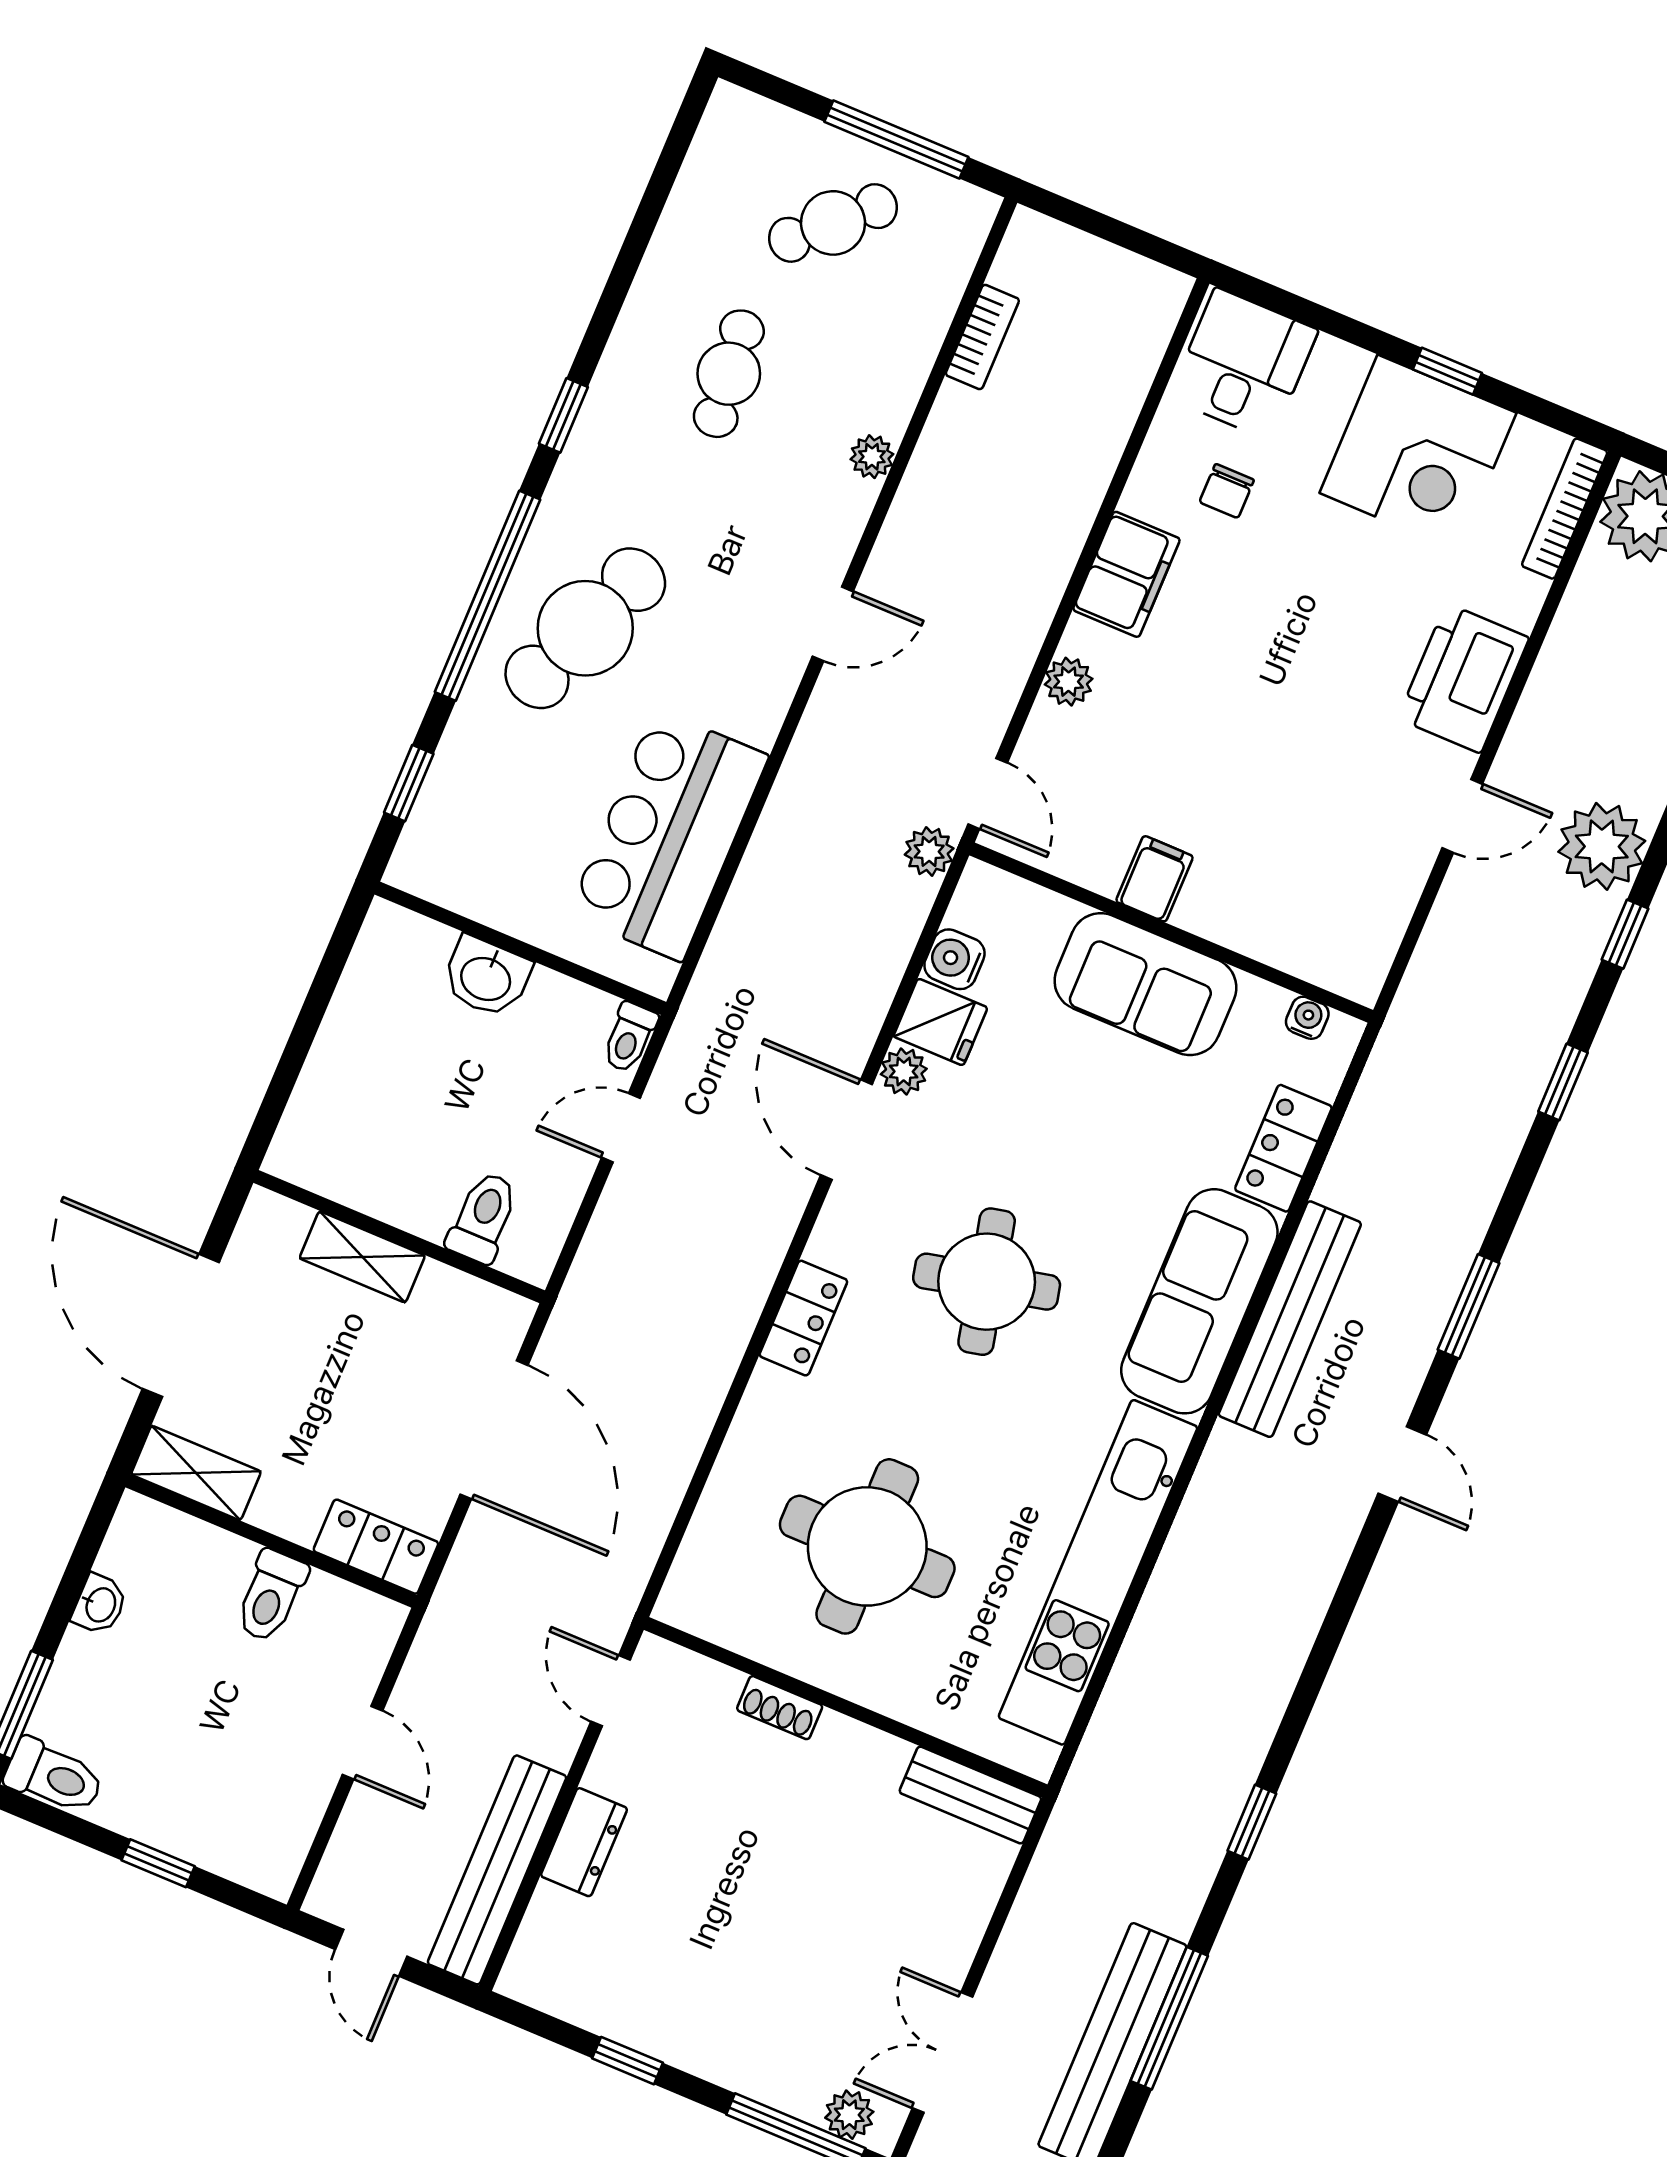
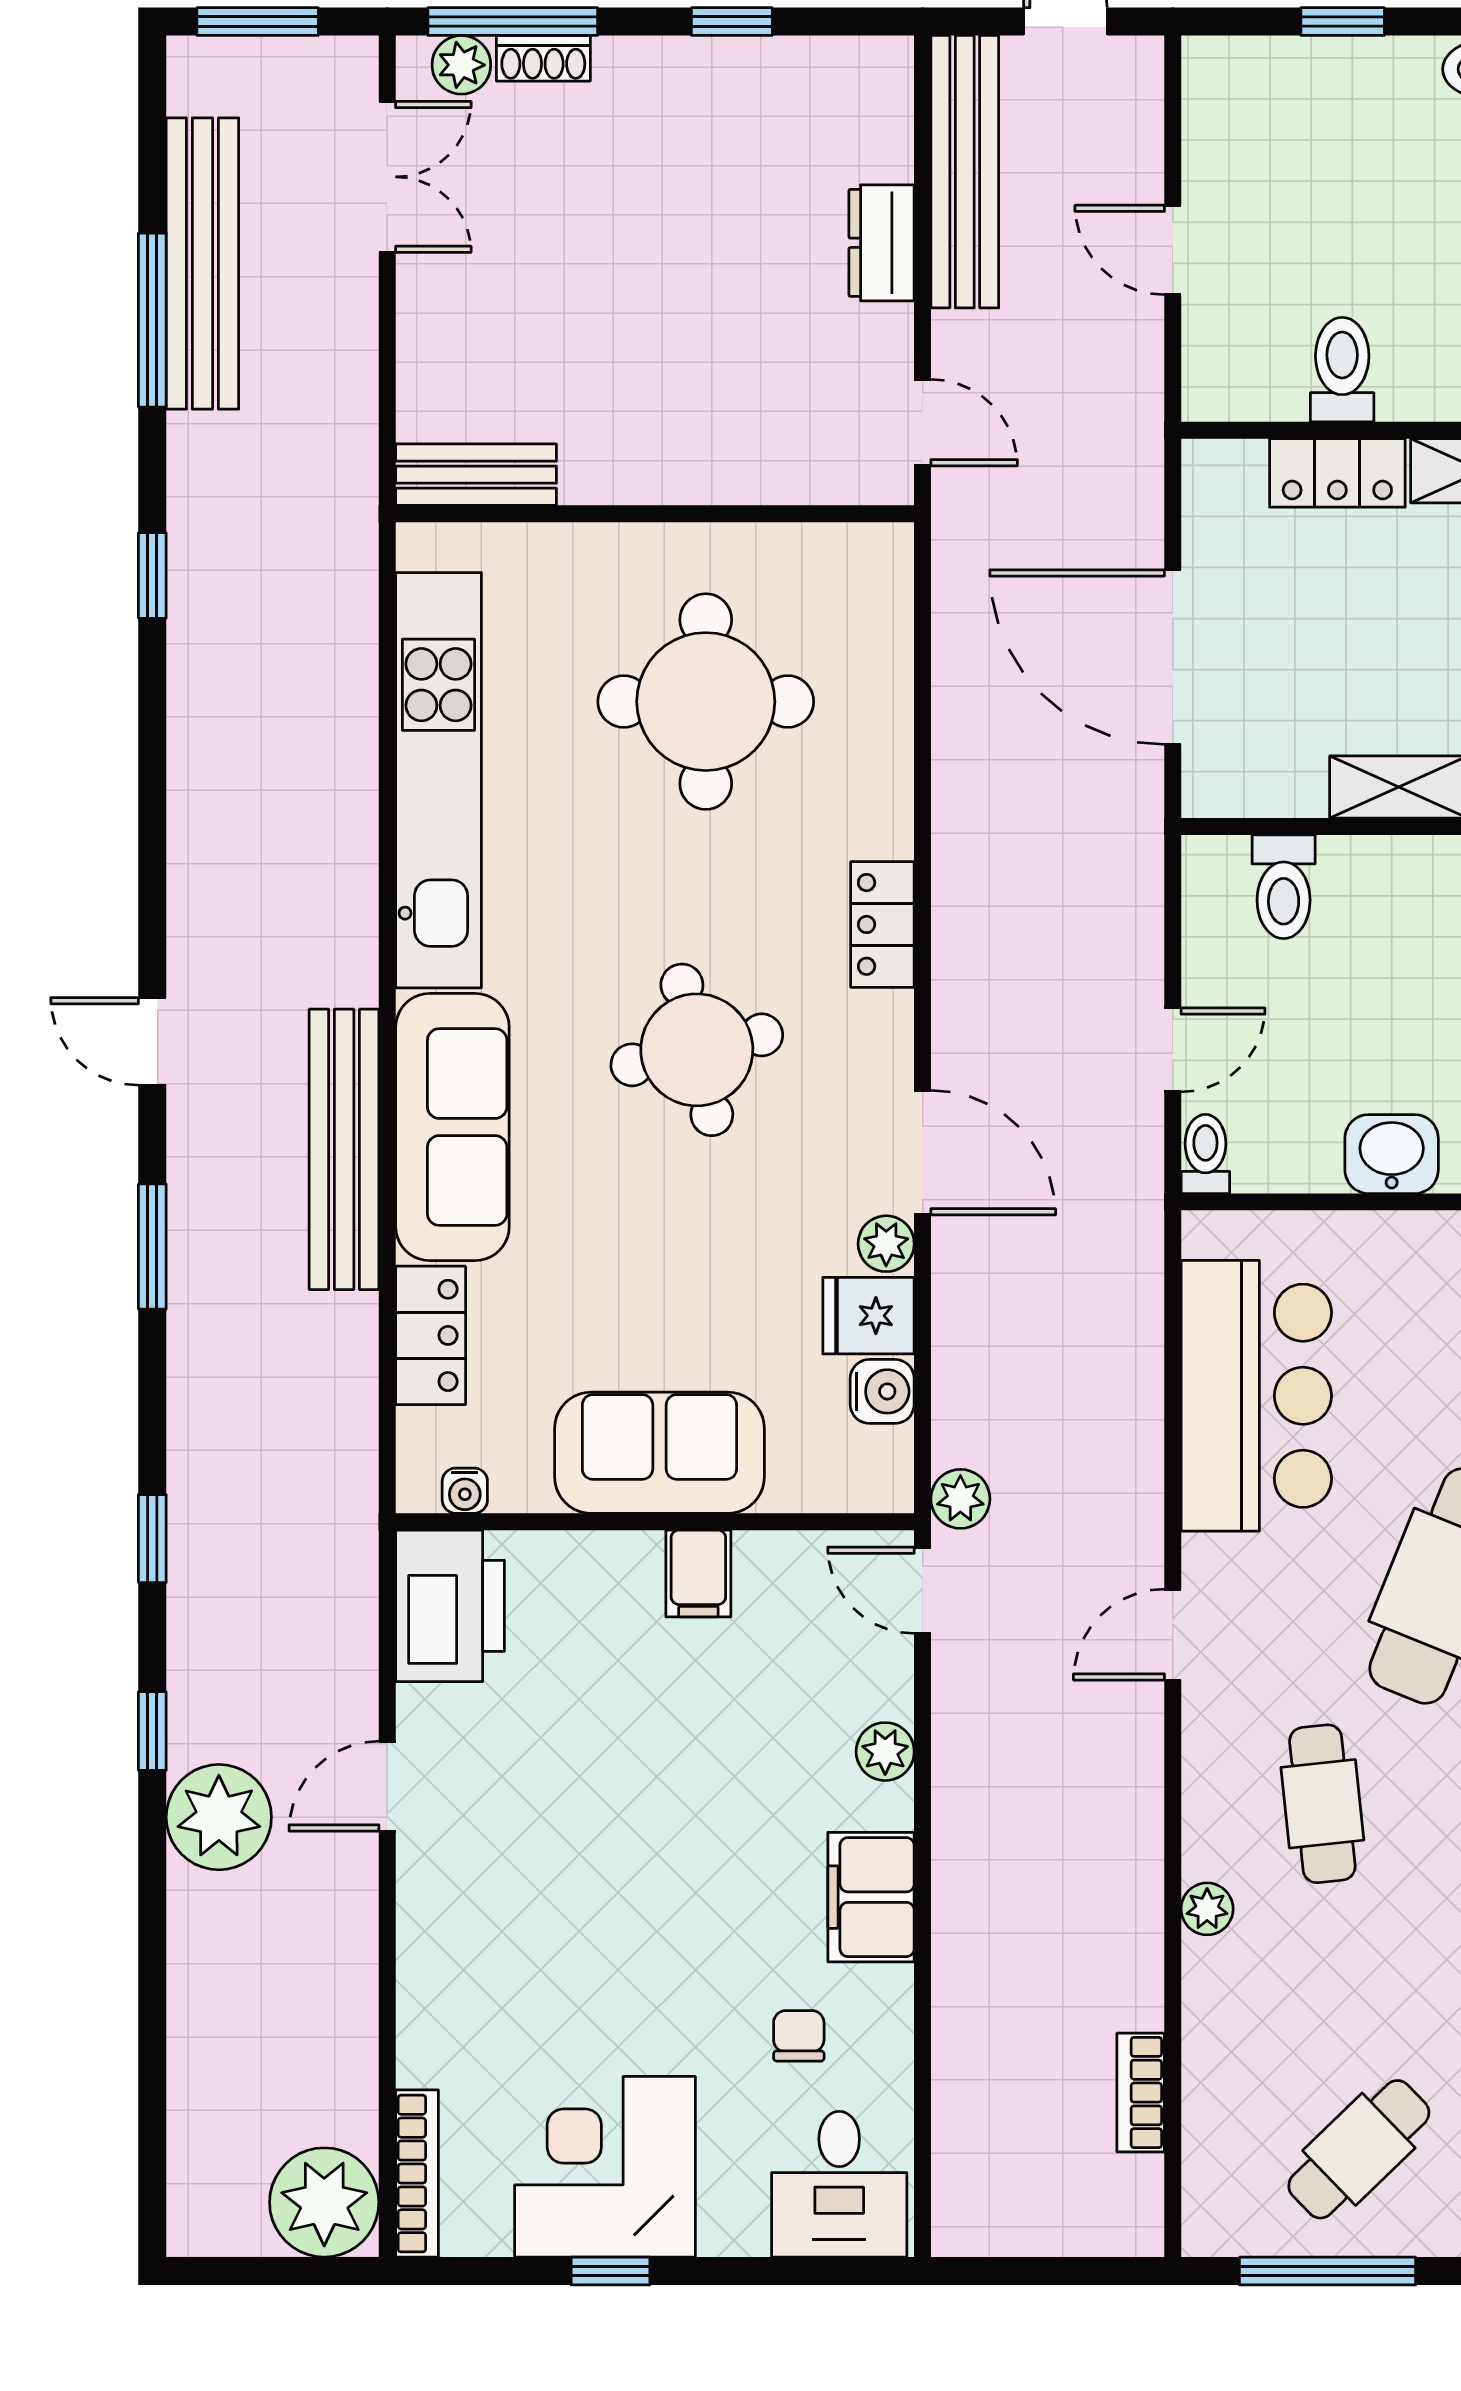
cafe table: (729, 374) -> (1322, 1804), moved
door: (833, 624) -> (1173, 1635), moved
printer: (1463, 678) -> (450, 1606), moved
locker: (376, 1547) -> (1337, 473), moved
shoe rack: (780, 1708) -> (543, 58), moved, turned 180

